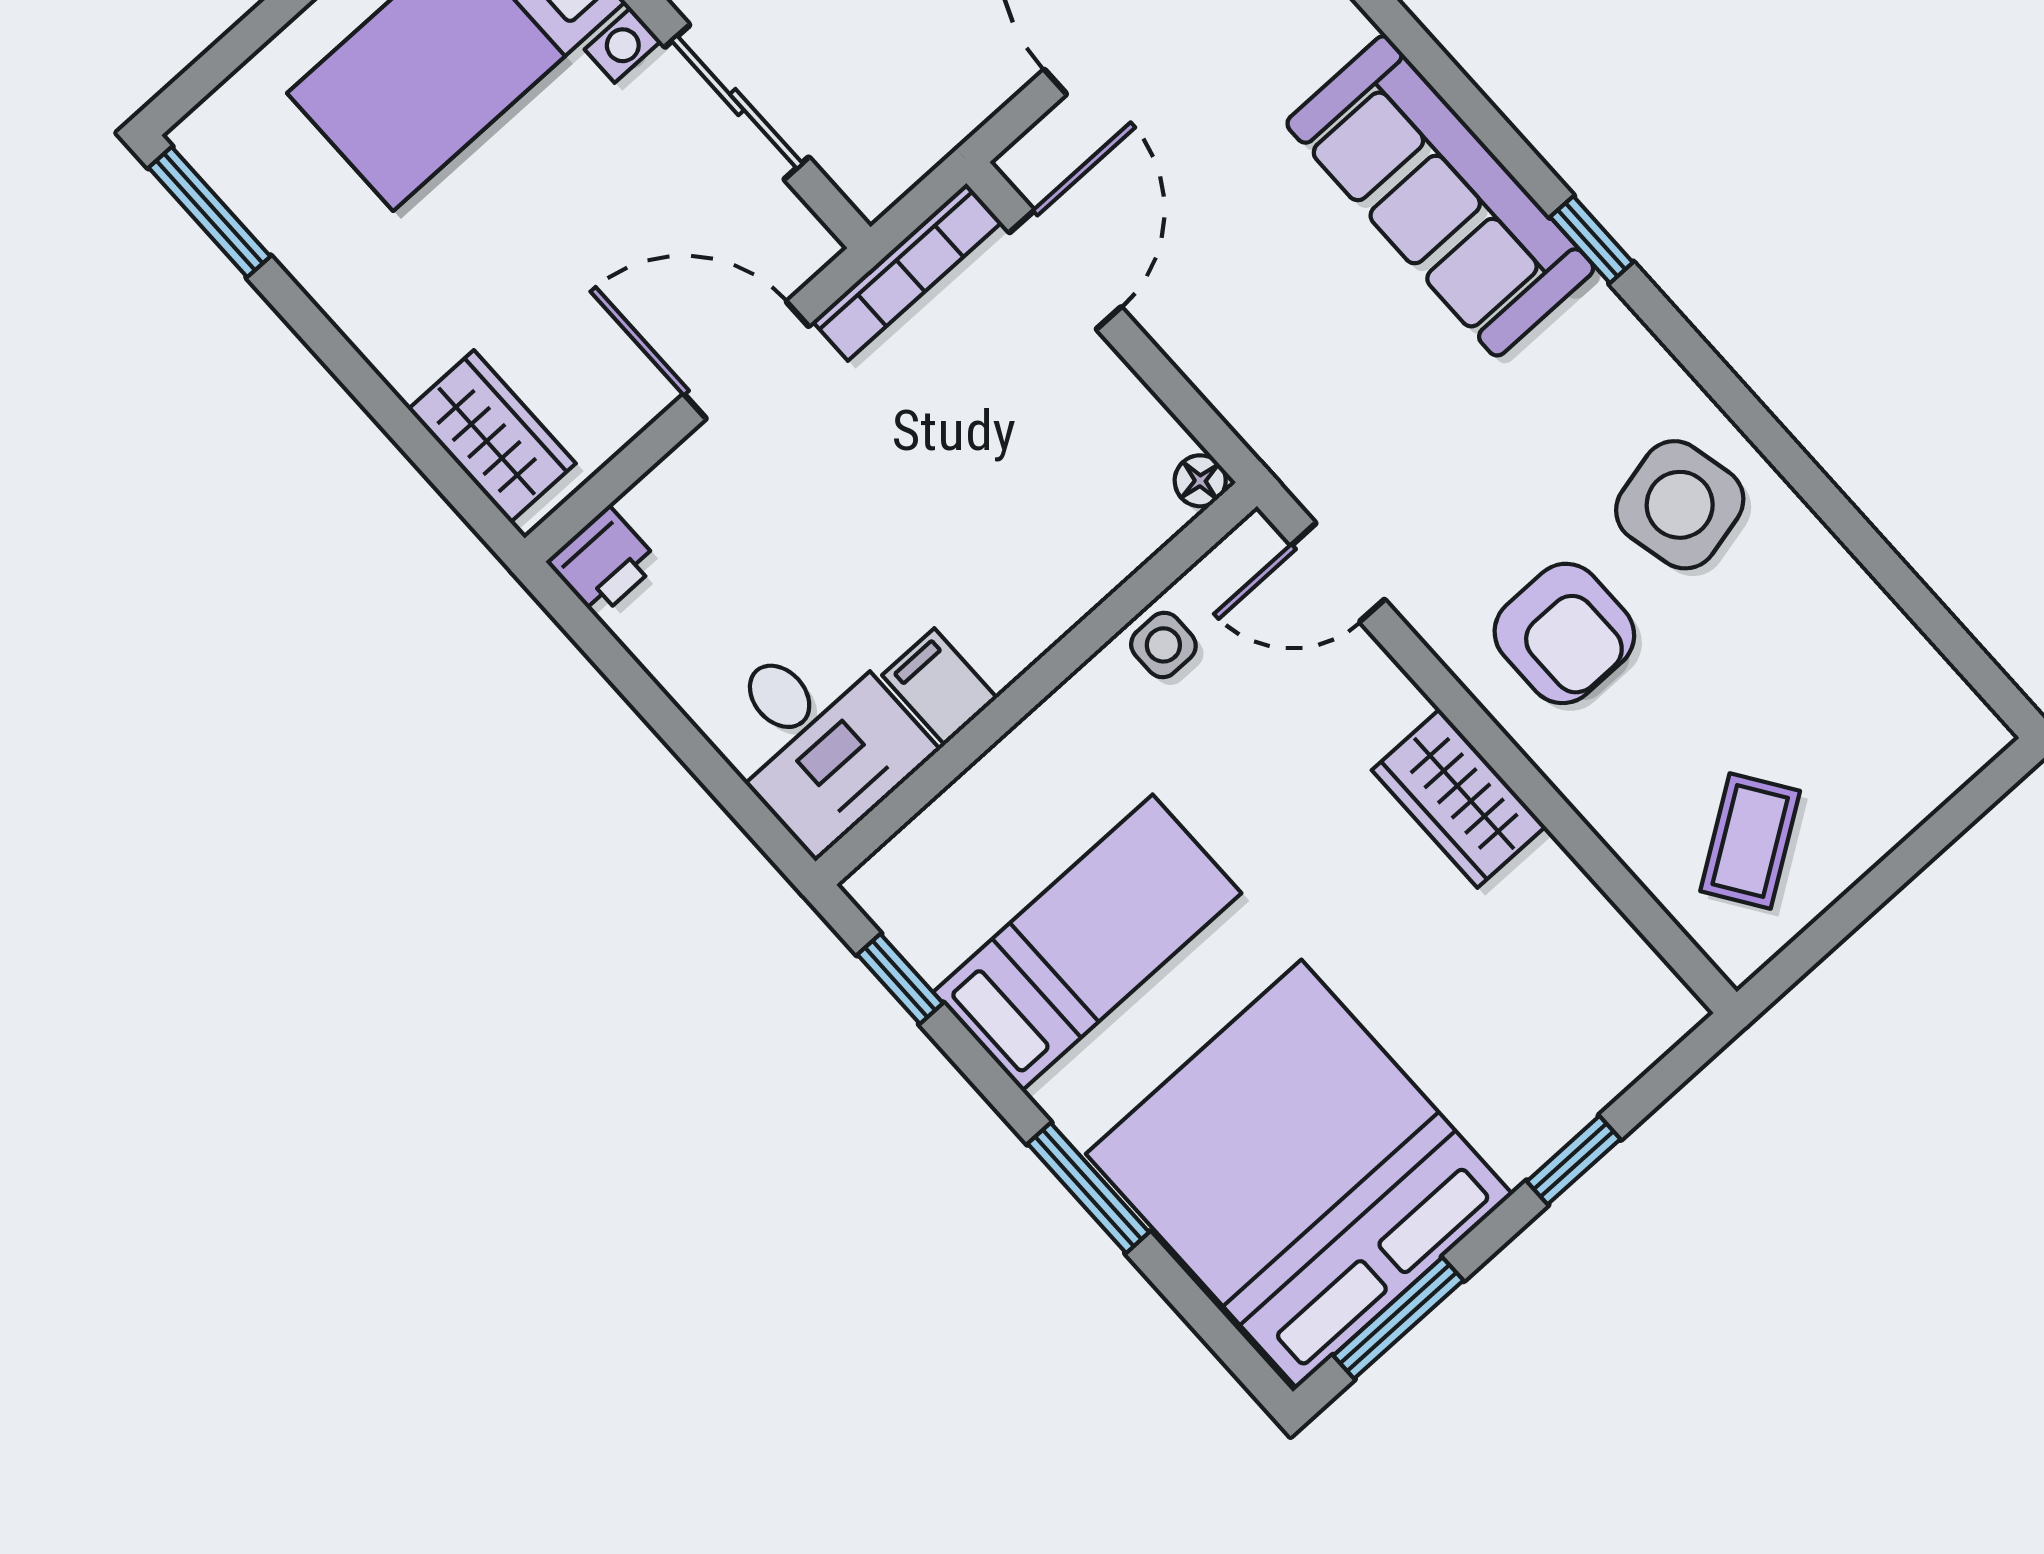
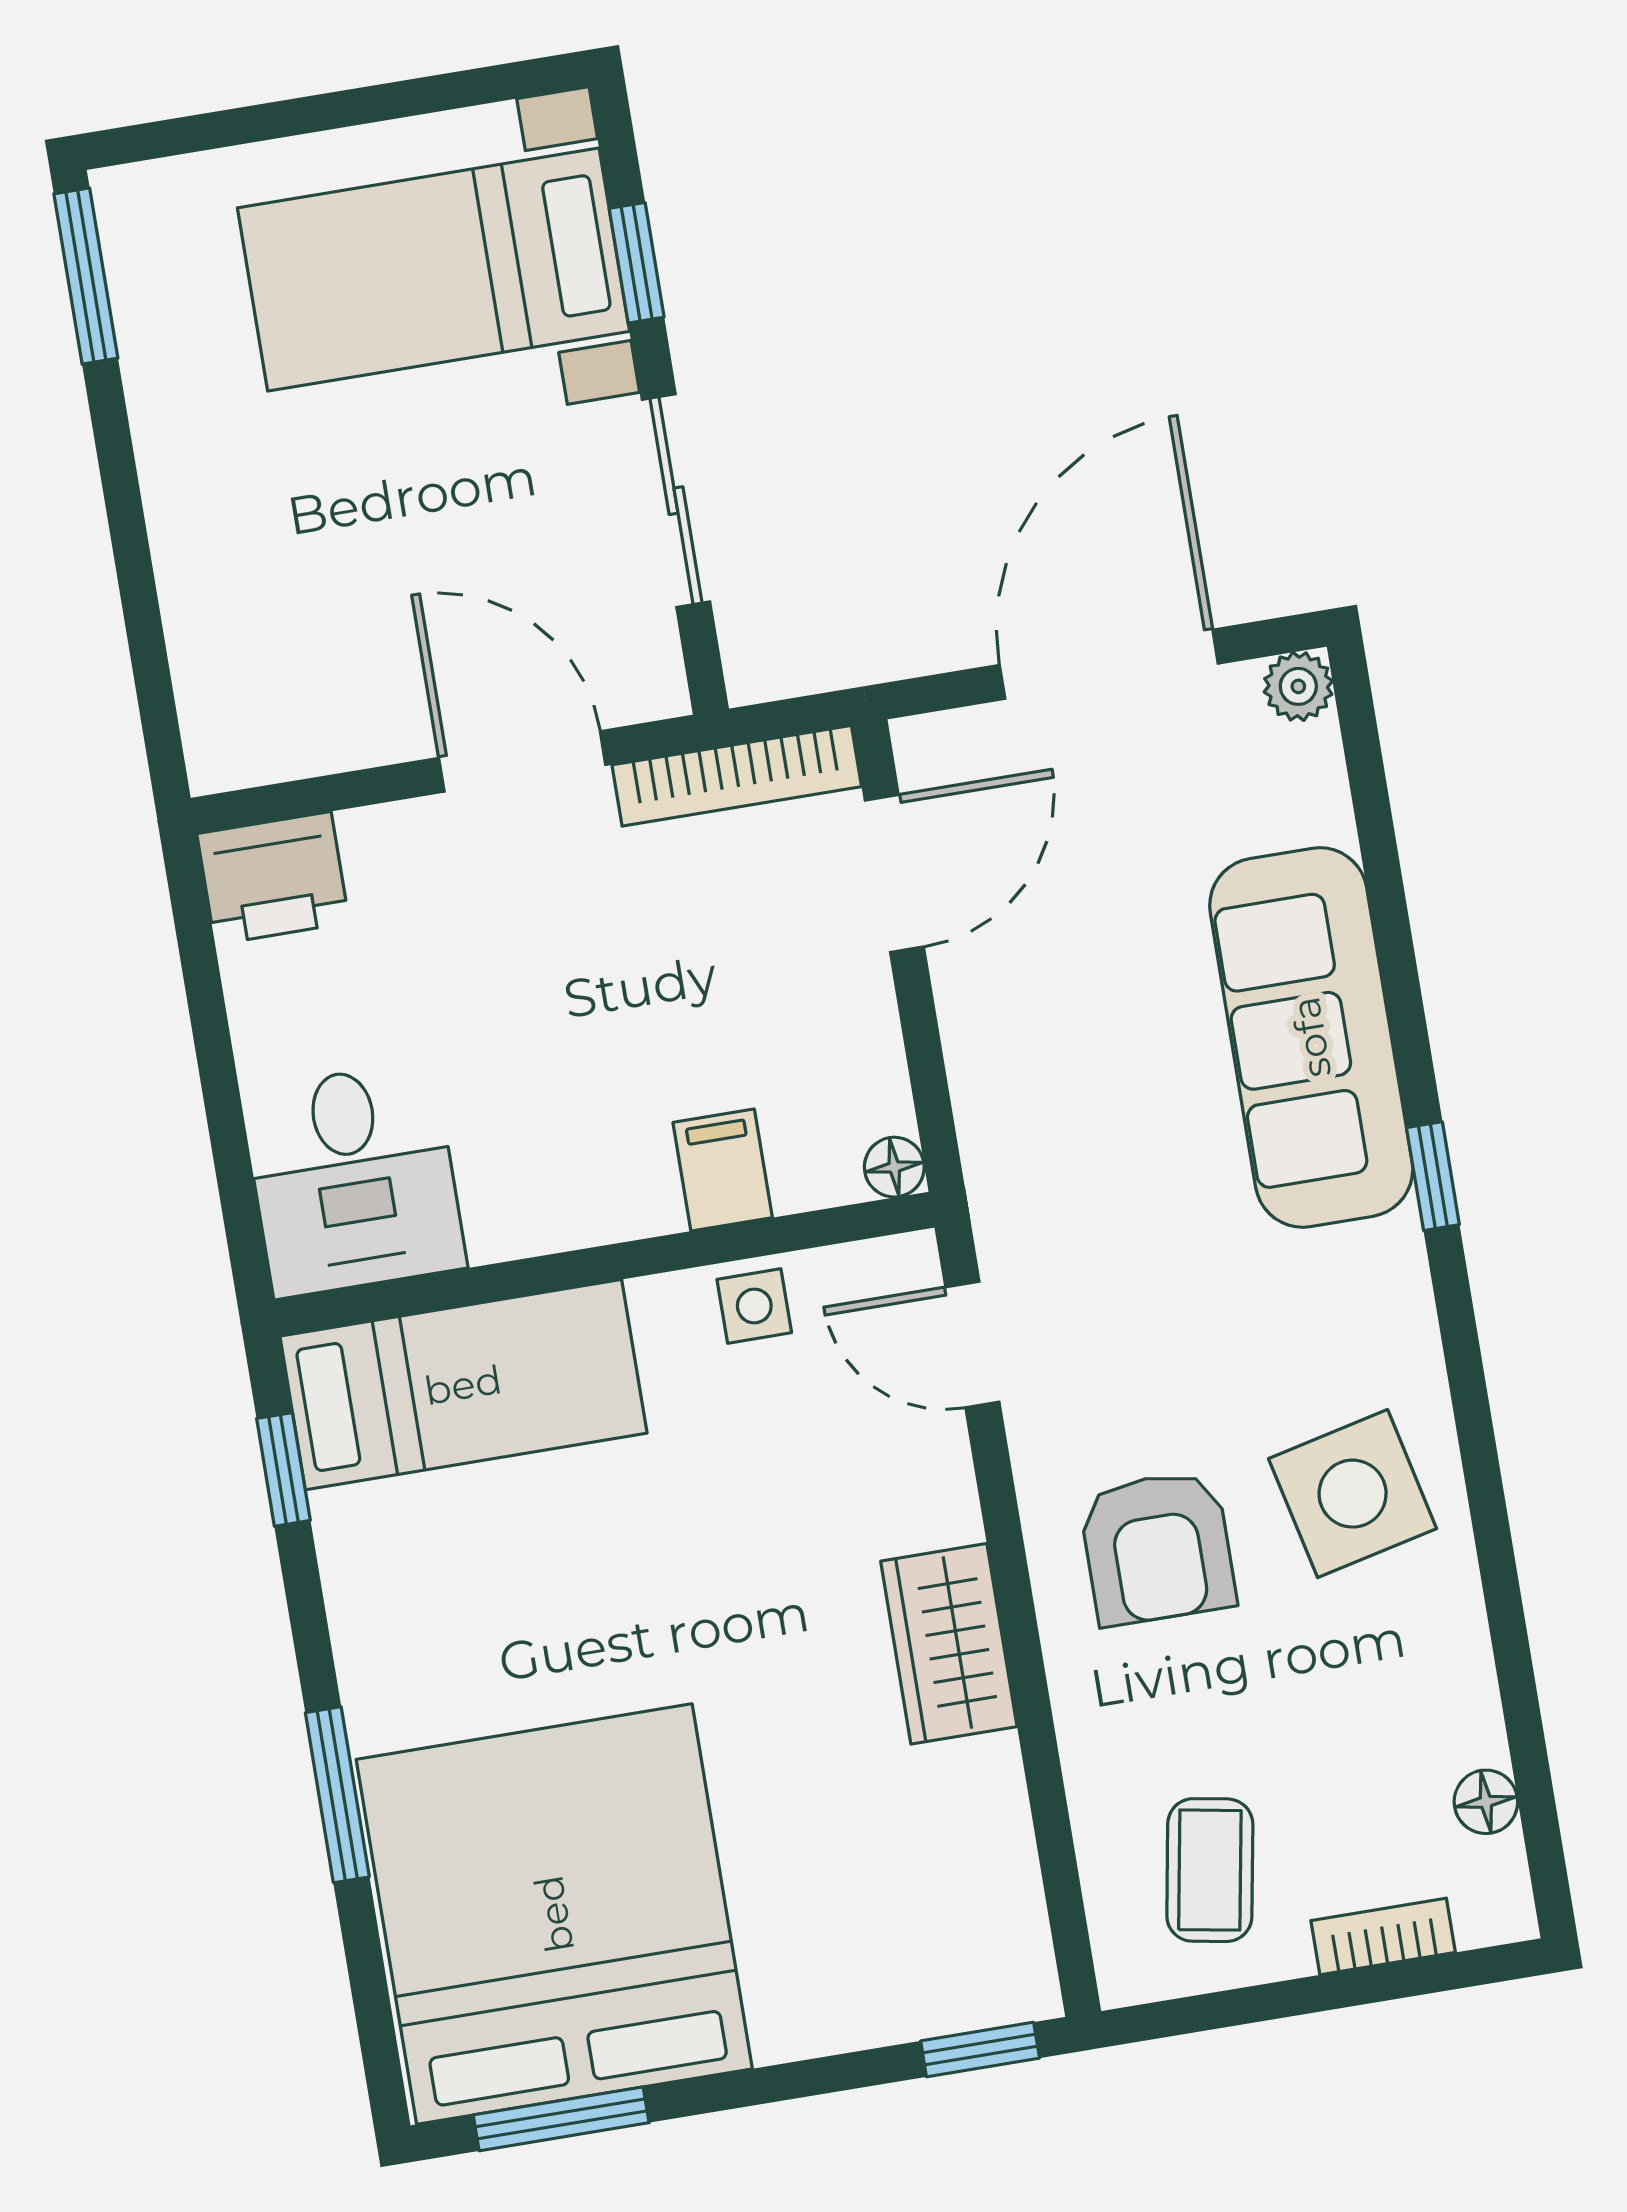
wardrobe: (492, 436) -> (223, 676), removed
printer: (603, 562) -> (273, 878), width x1.36, depth x1.24
floor lamp: (1917, 665) -> (1486, 1802), added
filing cabinet: (940, 687) -> (723, 1170), moved
bookcase: (1905, 809) -> (1383, 1936), added
coffee table: (1750, 841) -> (1210, 1870), turned -46
bed: (1087, 943) -> (463, 1385), moved
window: (1574, 1160) -> (980, 2050), moved

